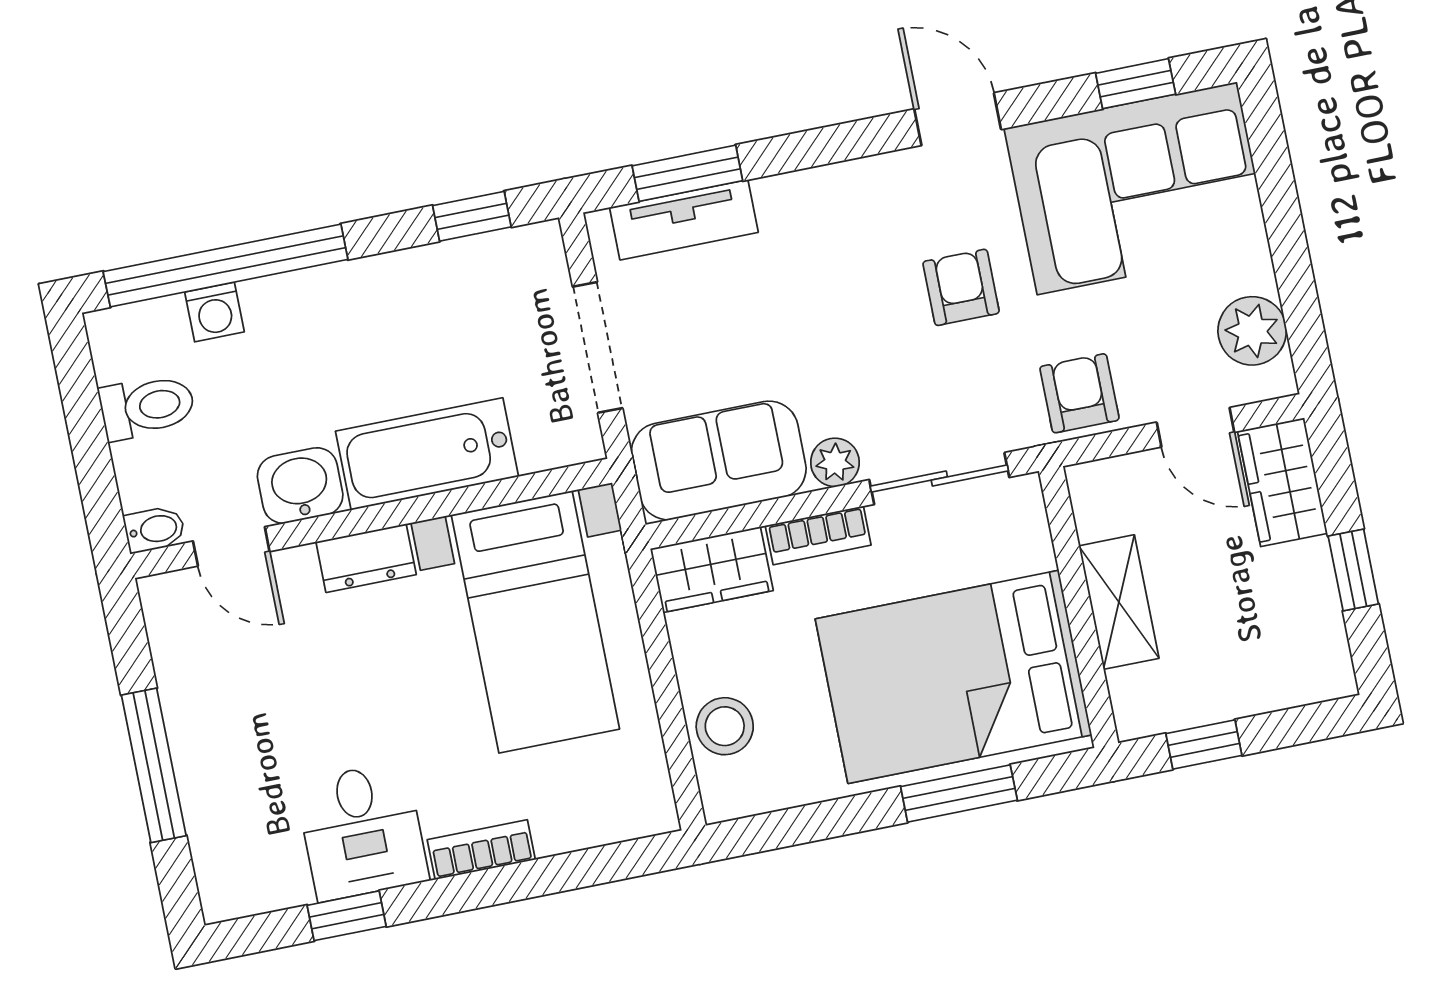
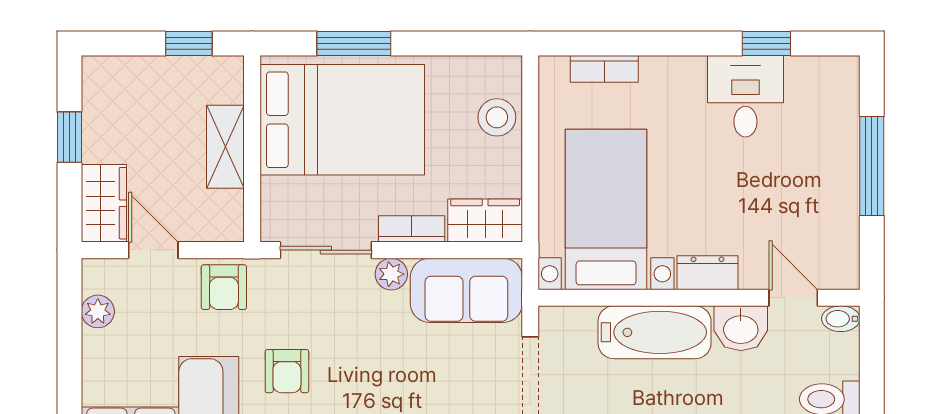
plant: (1252, 331) -> (98, 311), width x0.73, depth x0.73
bookcase: (481, 850) -> (604, 69), moved

